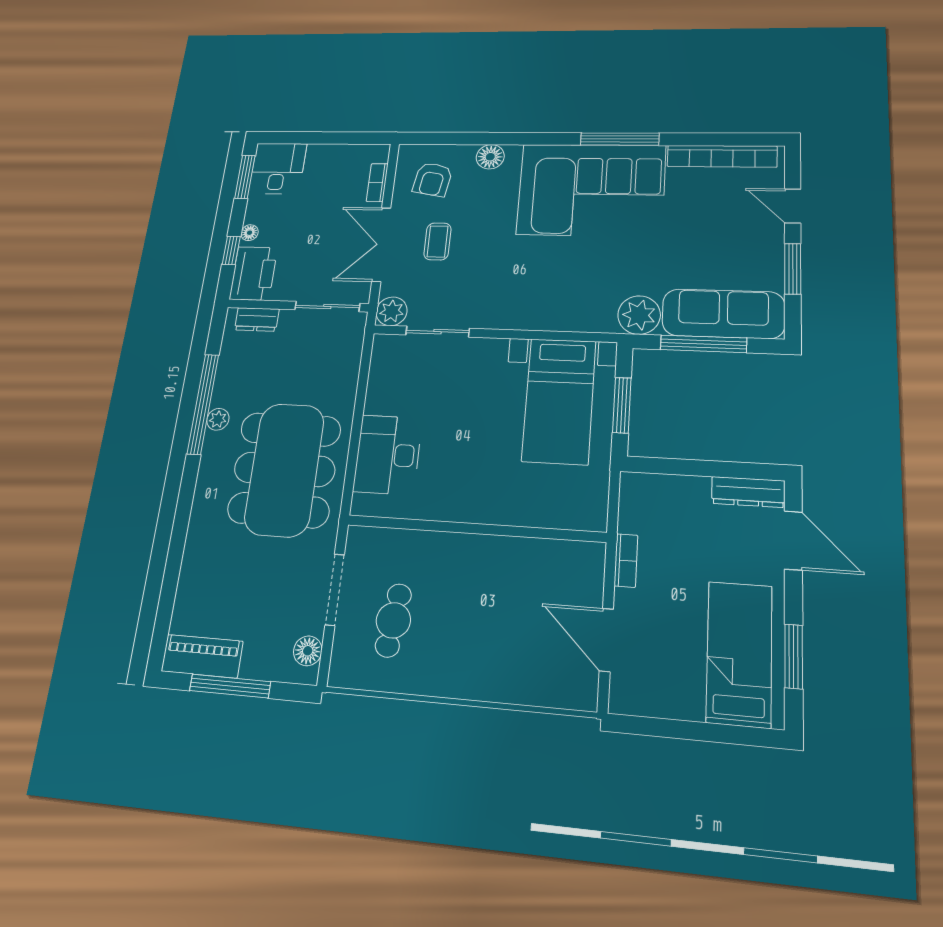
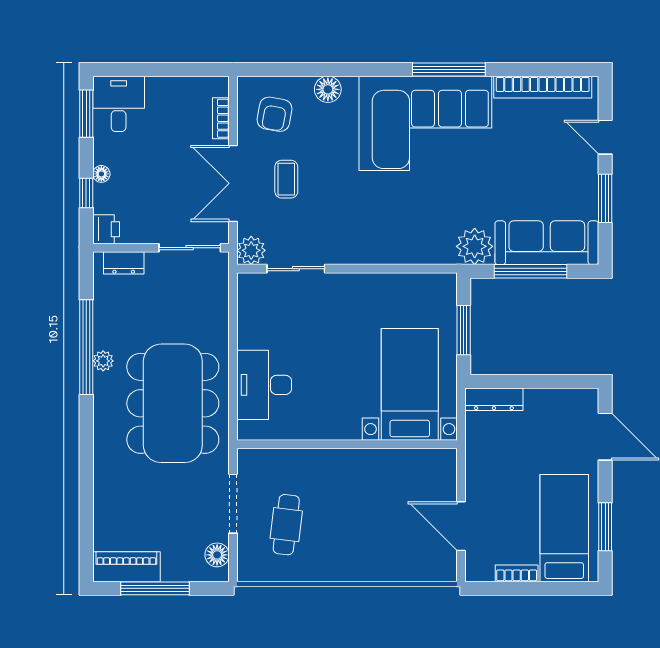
printer: (253, 273) -> (106, 229), width x0.53, depth x0.68
bed with nightstands: (559, 401) -> (410, 384), moved, turned 180
dresser: (748, 492) -> (494, 399), moved
bookcase: (626, 560) -> (517, 573), moved, turned -90

